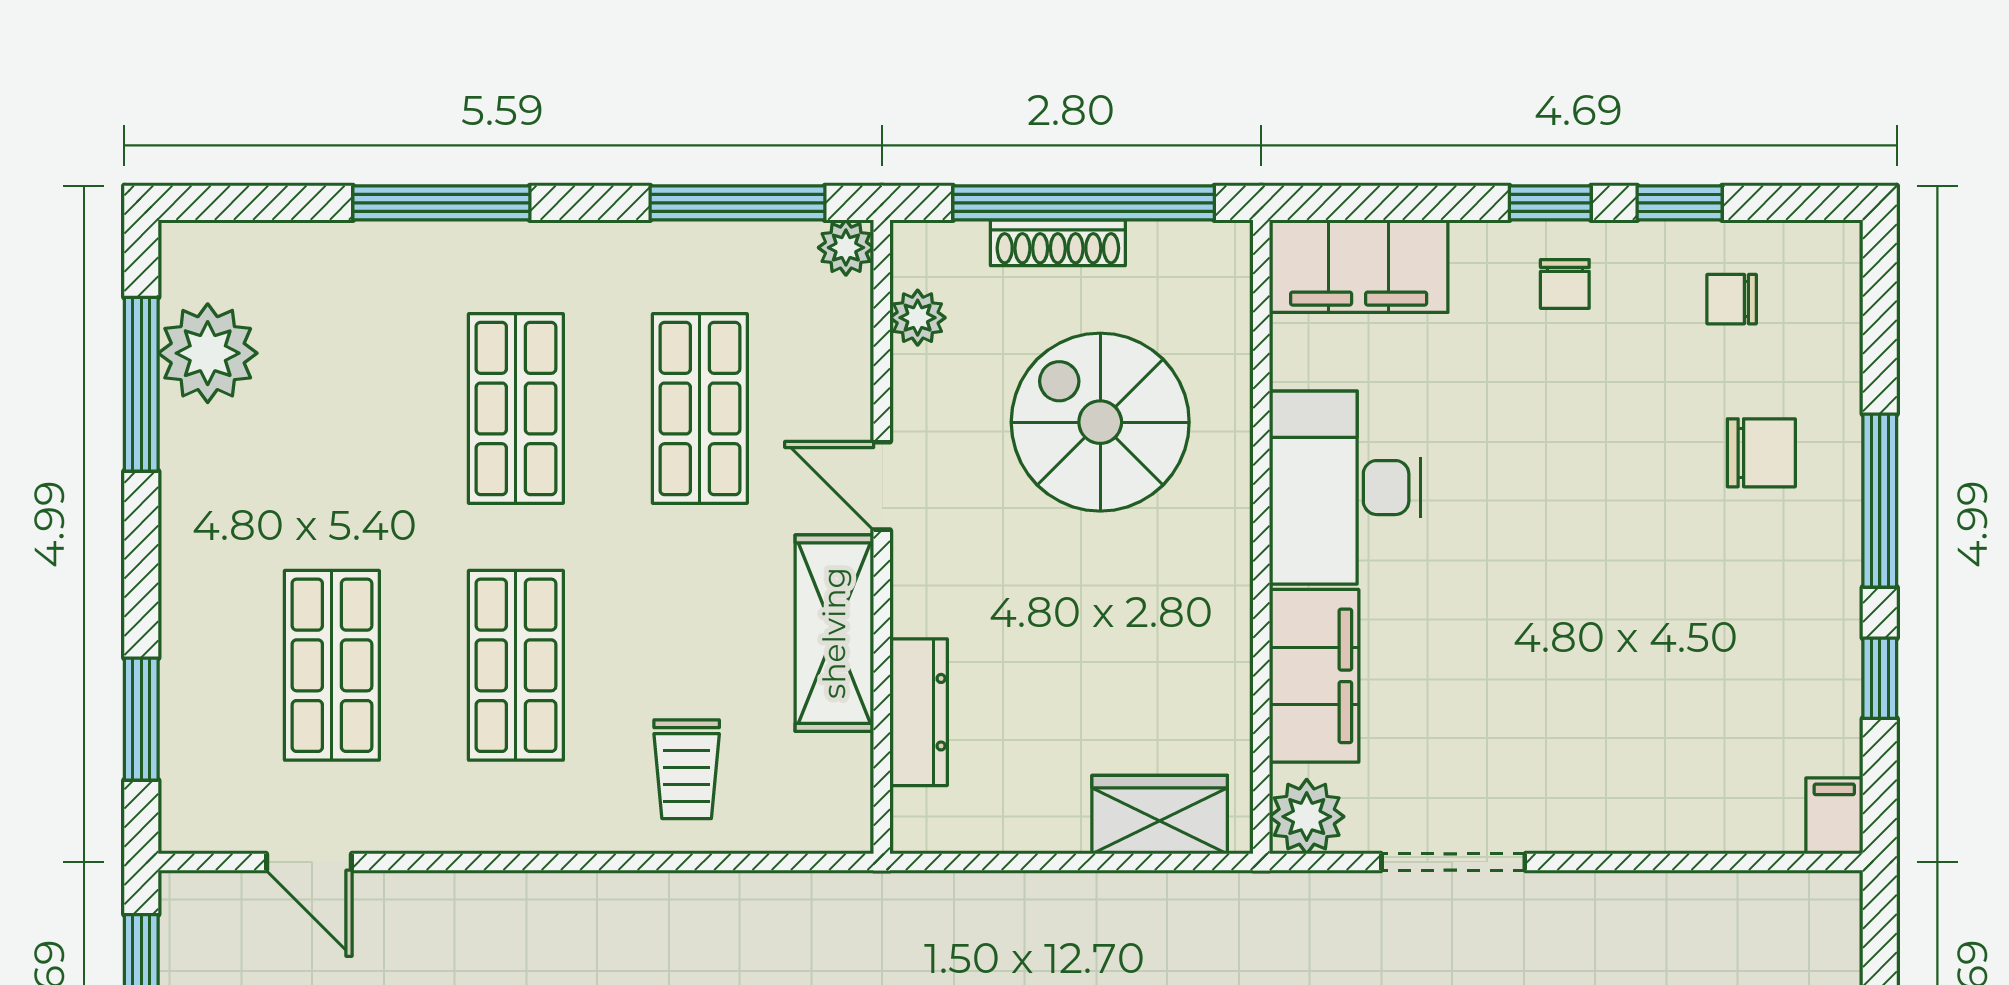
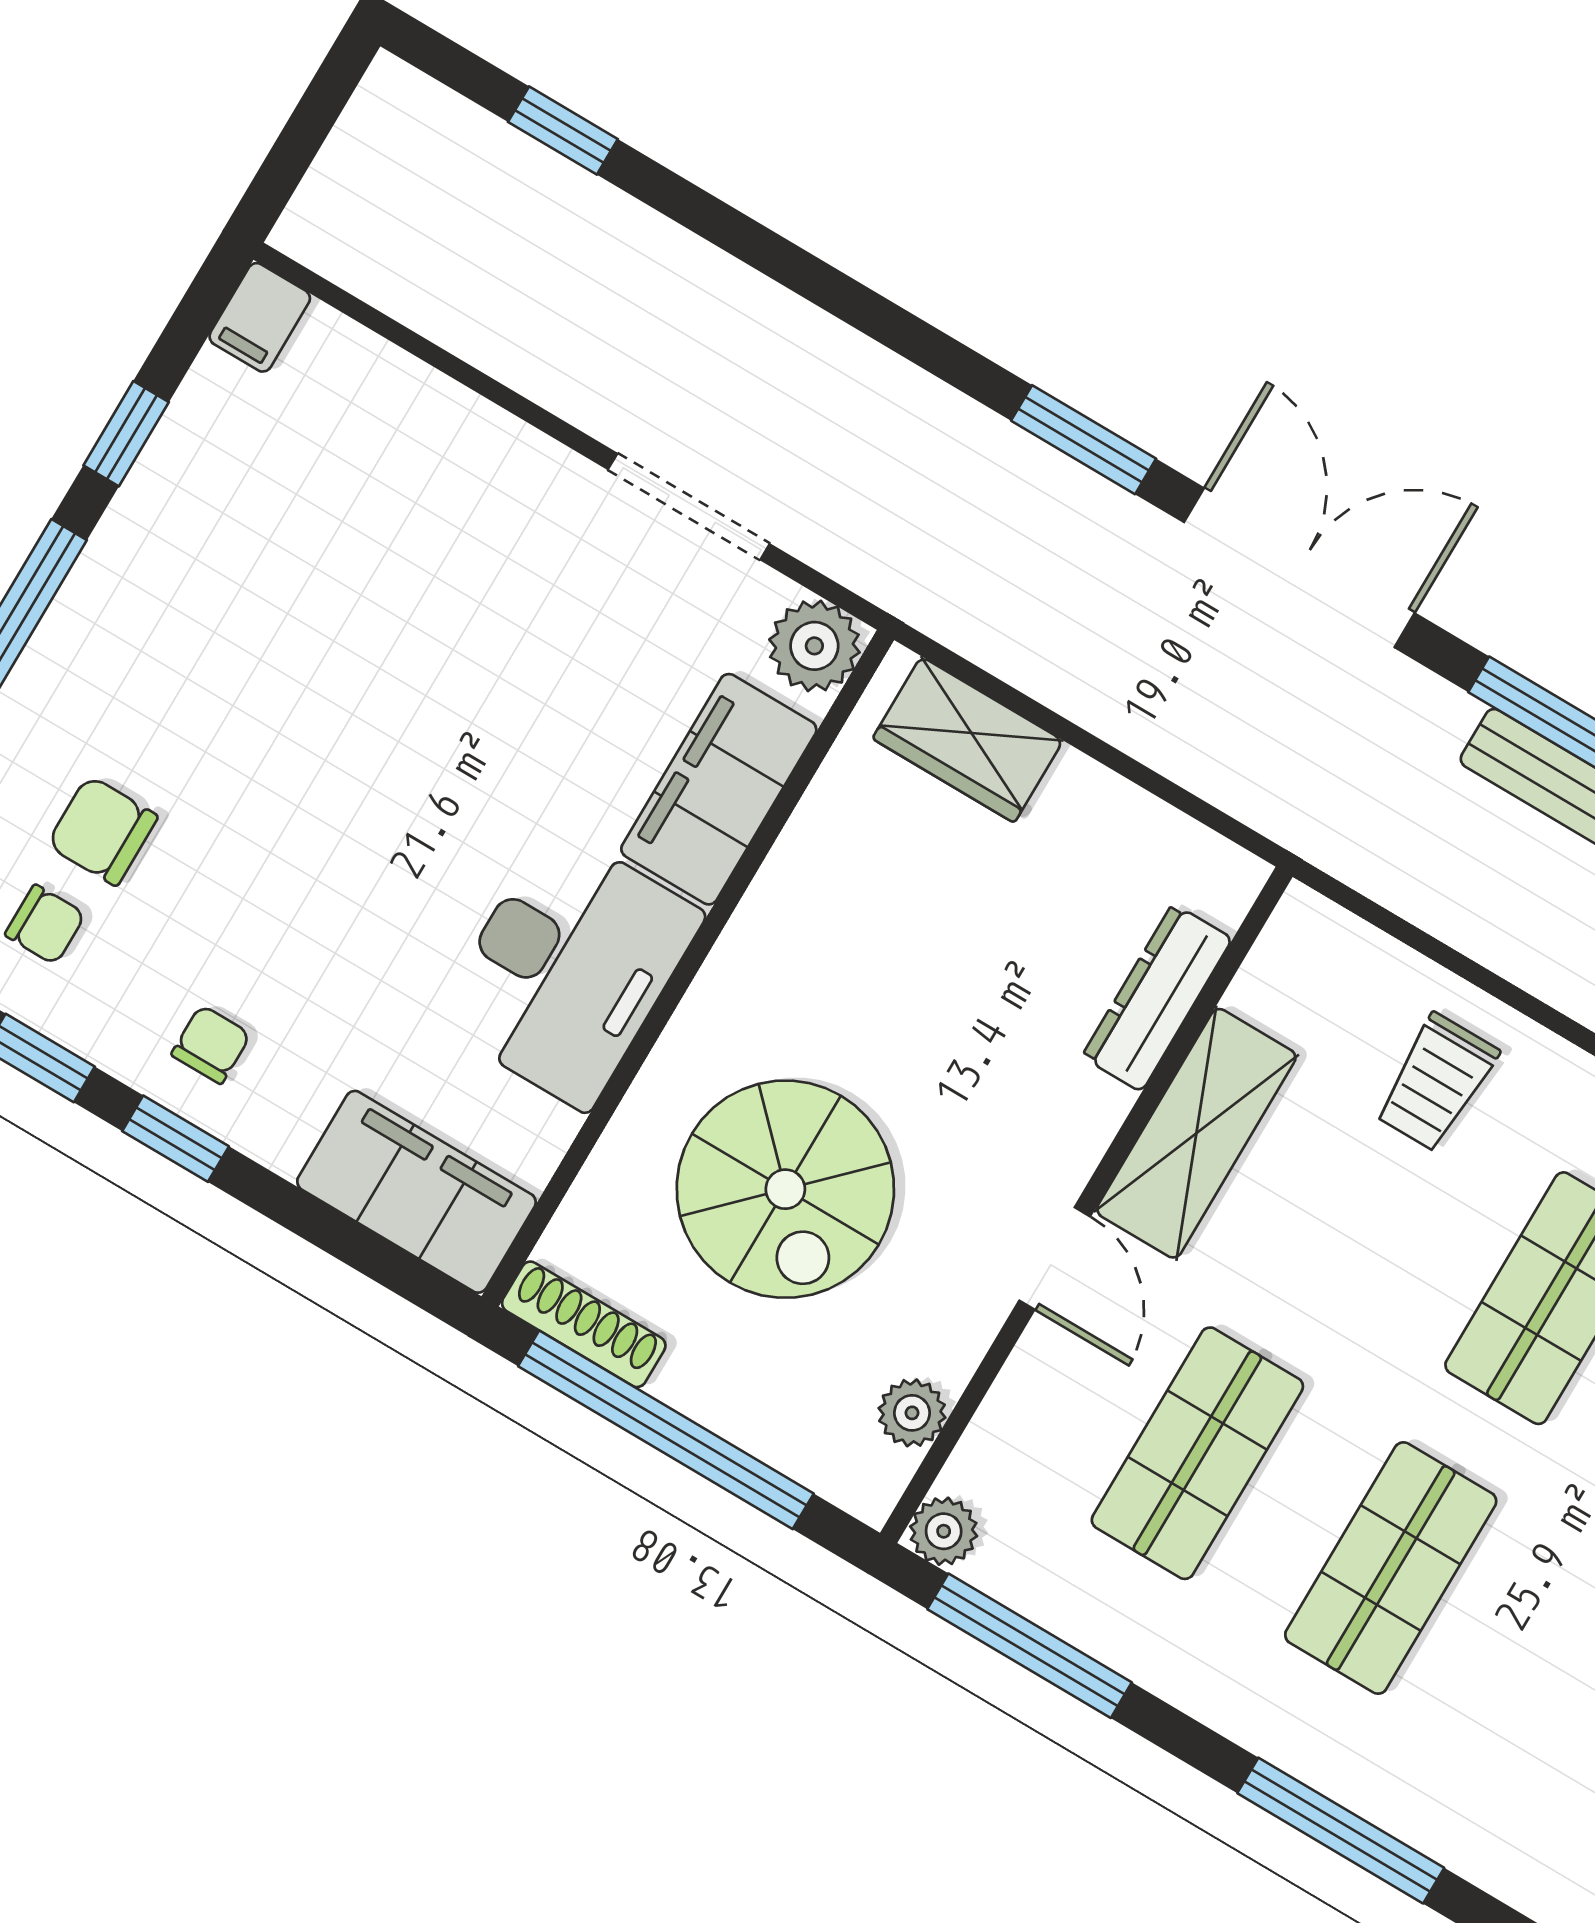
shoe rack: (1058, 243) -> (584, 1324), moved
chair: (1761, 453) -> (102, 831), moved
trolley: (687, 769) -> (1436, 1083), turned 180

